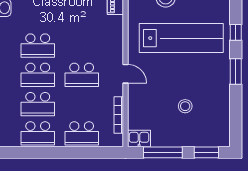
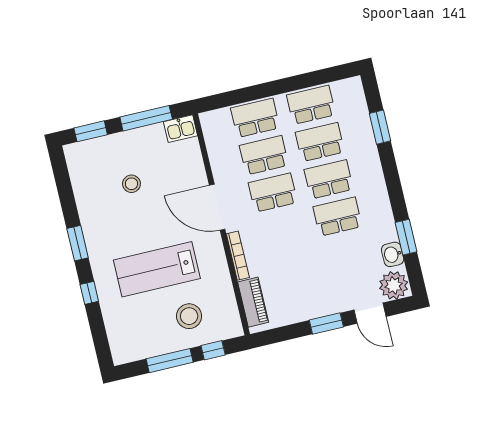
lab bench: (181, 38) -> (157, 269), width x0.73
door: (126, 74) -> (217, 207), width x1.87
school desk: (82, 104) -> (264, 155), added
bookcase: (119, 115) -> (238, 256), moved

